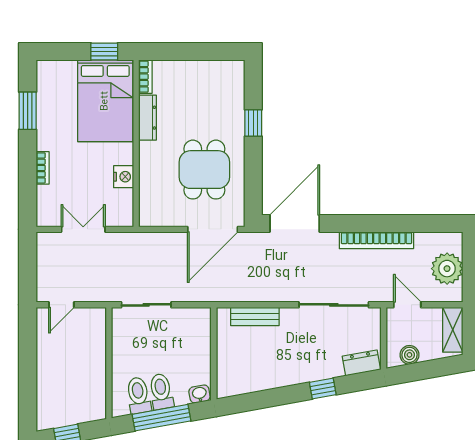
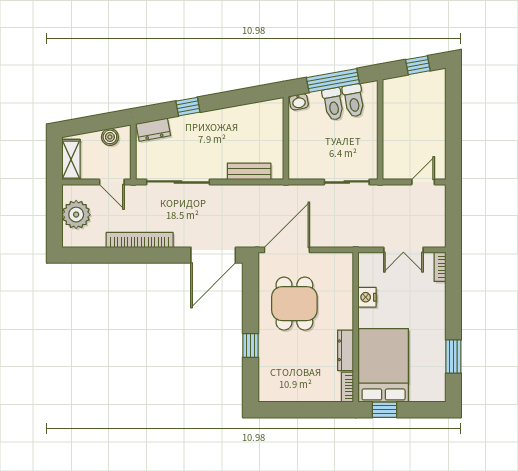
bookcase: (43, 168) -> (440, 267), moved

